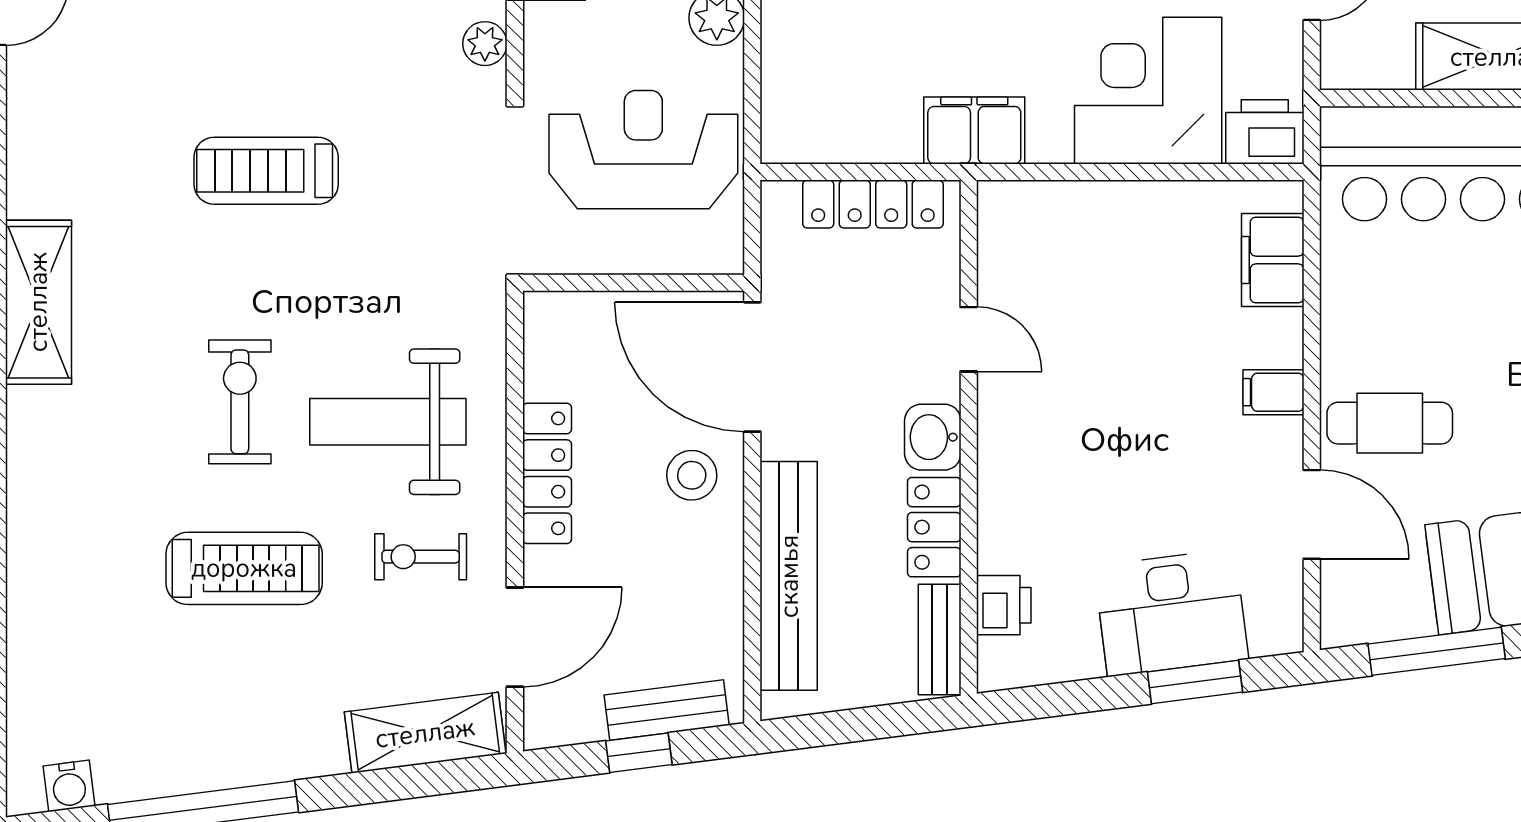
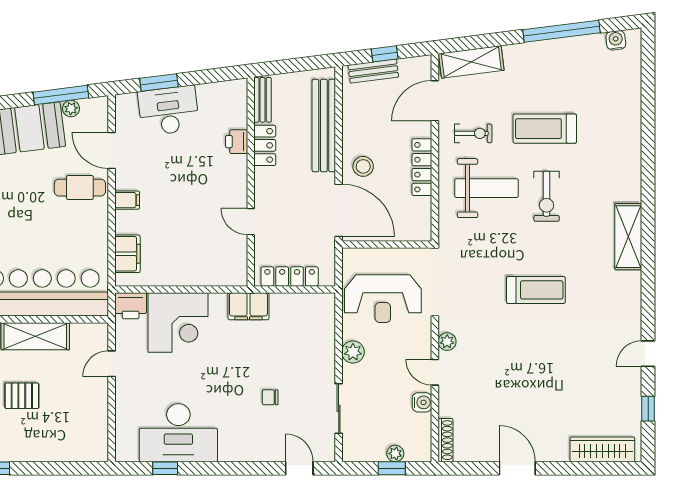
washbasin: (933, 437) -> (265, 182), removed
printer: (1004, 605) -> (237, 142), moved
plant: (1412, 618) -> (71, 109), added

